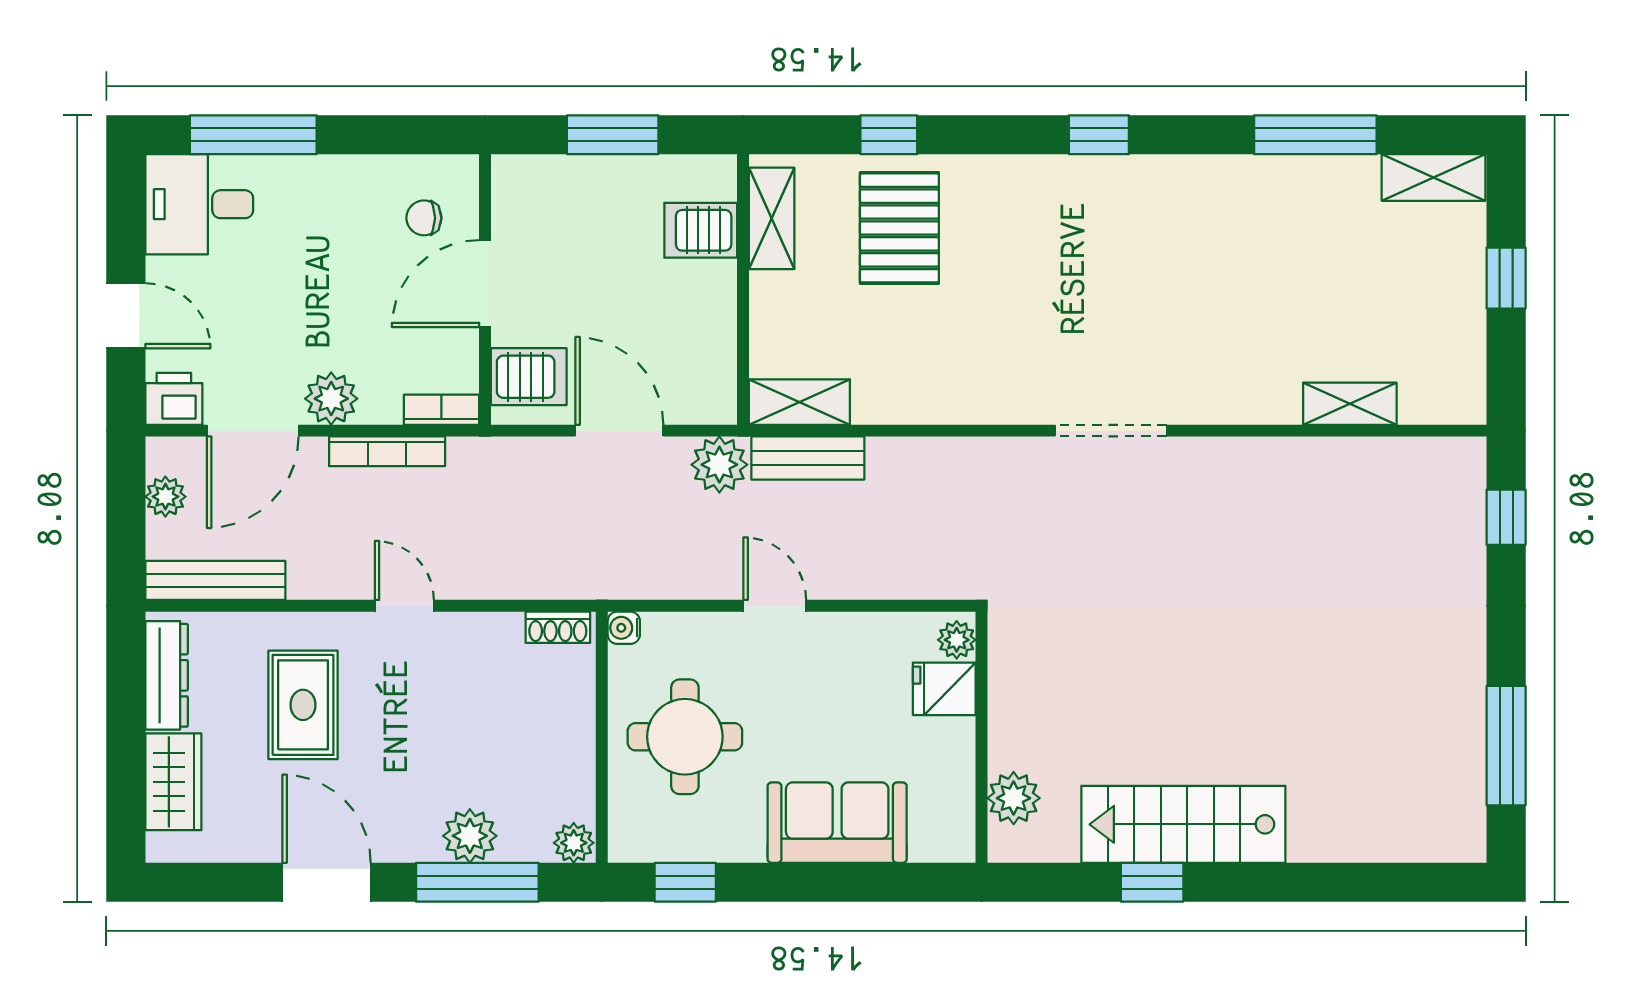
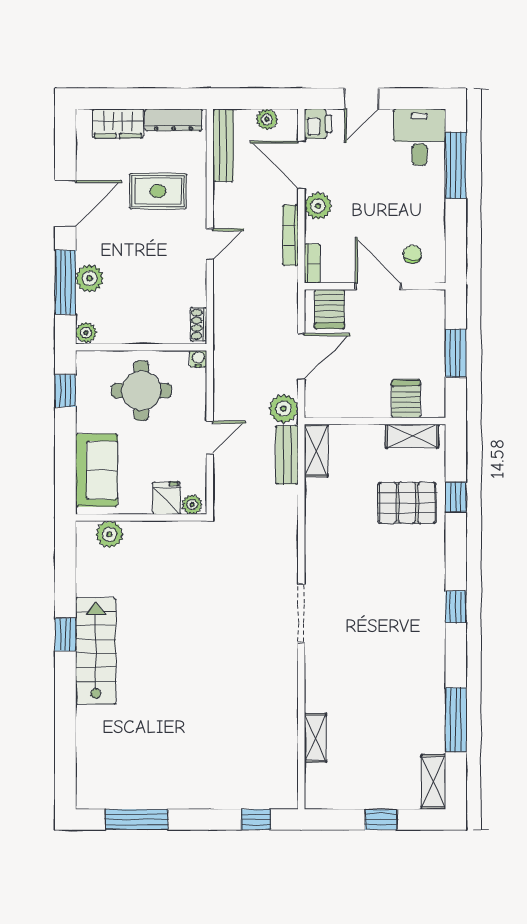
plant: (957, 640) -> (192, 505), moved
fridge: (944, 689) -> (166, 498), moved
wall: (981, 737) -> (141, 518), moved
plant: (1014, 798) -> (109, 534), moved

